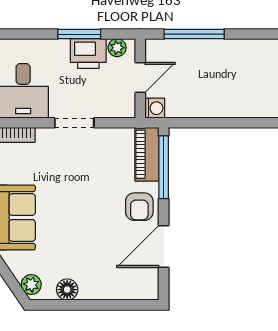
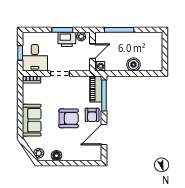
boiler: (224, 104) -> (133, 65), added
armchair: (92, 214) -> (69, 118), added

